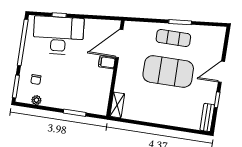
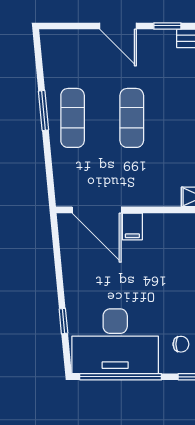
desk: (58, 35) -> (115, 341), moved, turned -85
exercise mat: (168, 71) -> (132, 118), width x0.50, depth x0.69

